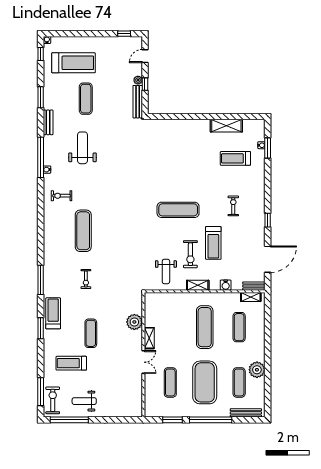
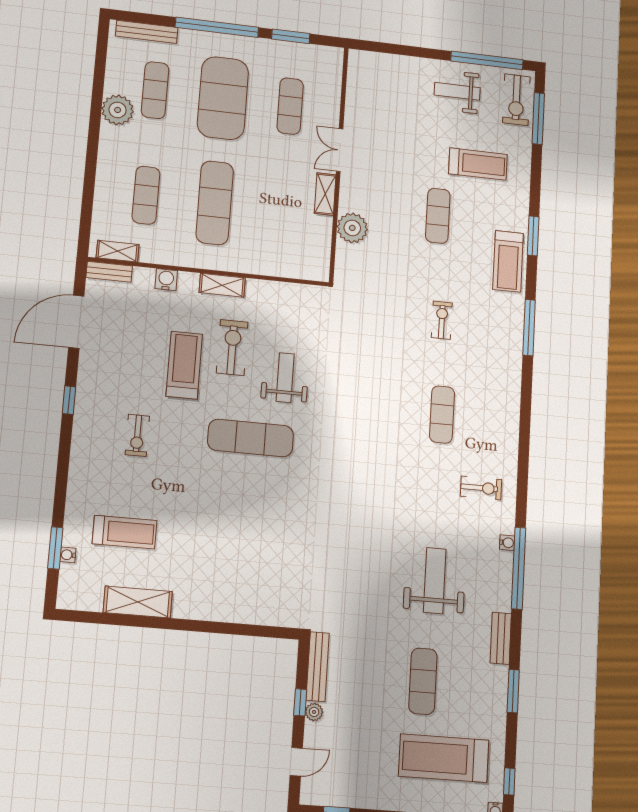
weight bench: (82, 148) -> (435, 581), turned 180
exercise mat: (83, 231) -> (442, 415), width x0.73, depth x0.69
weight bench: (166, 271) -> (285, 378), moved
weight bench: (84, 401) -> (457, 91), turned 180

